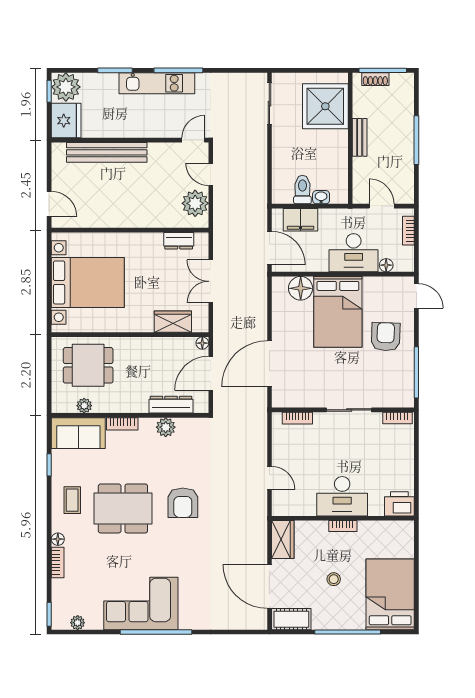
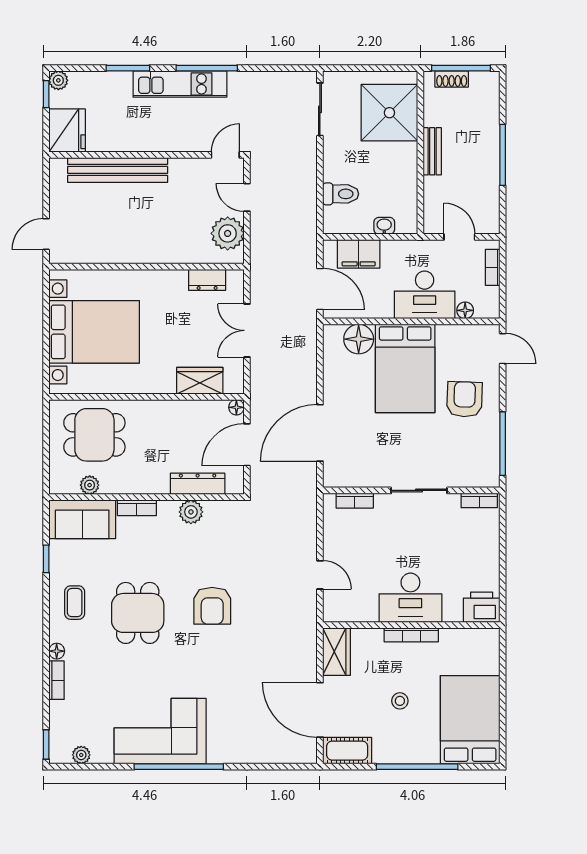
plant: (66, 87) -> (58, 80), width x0.53, depth x0.53
toilet: (302, 190) -> (341, 194), moved, turned 90
door: (49, 204) -> (46, 234), swing flipped
dining table: (123, 508) -> (138, 613), width x0.73
bookcase: (343, 526) -> (411, 635), width x1.56

